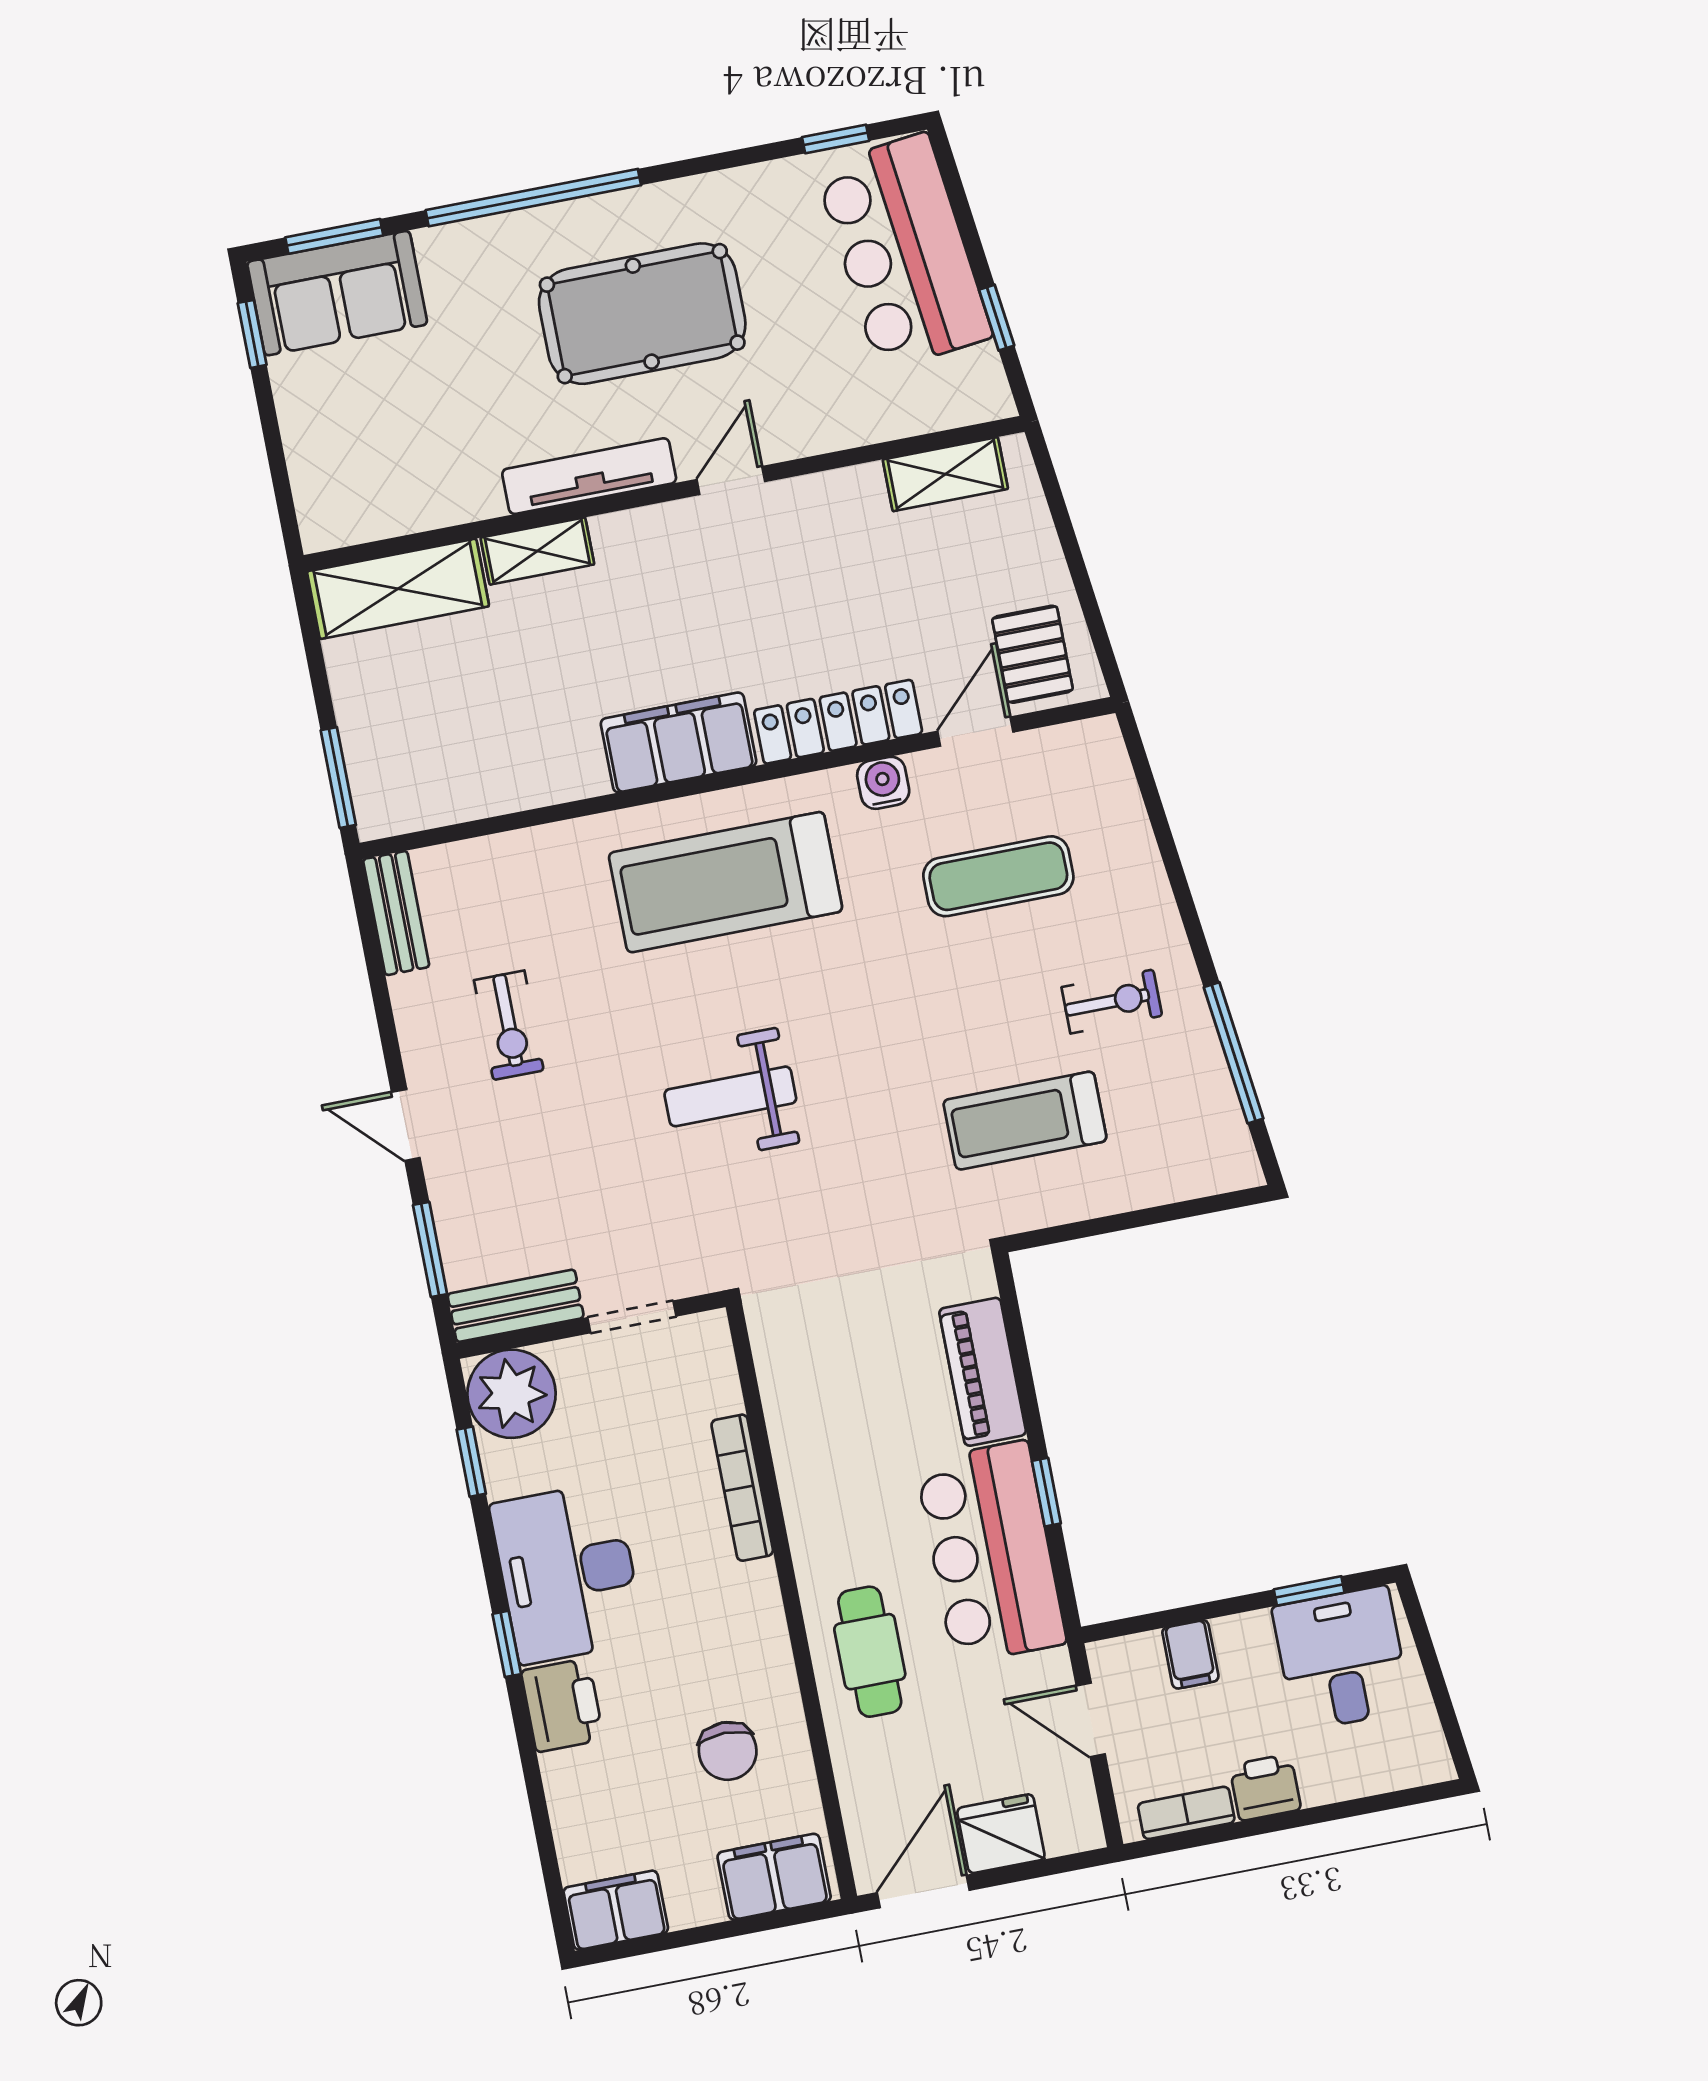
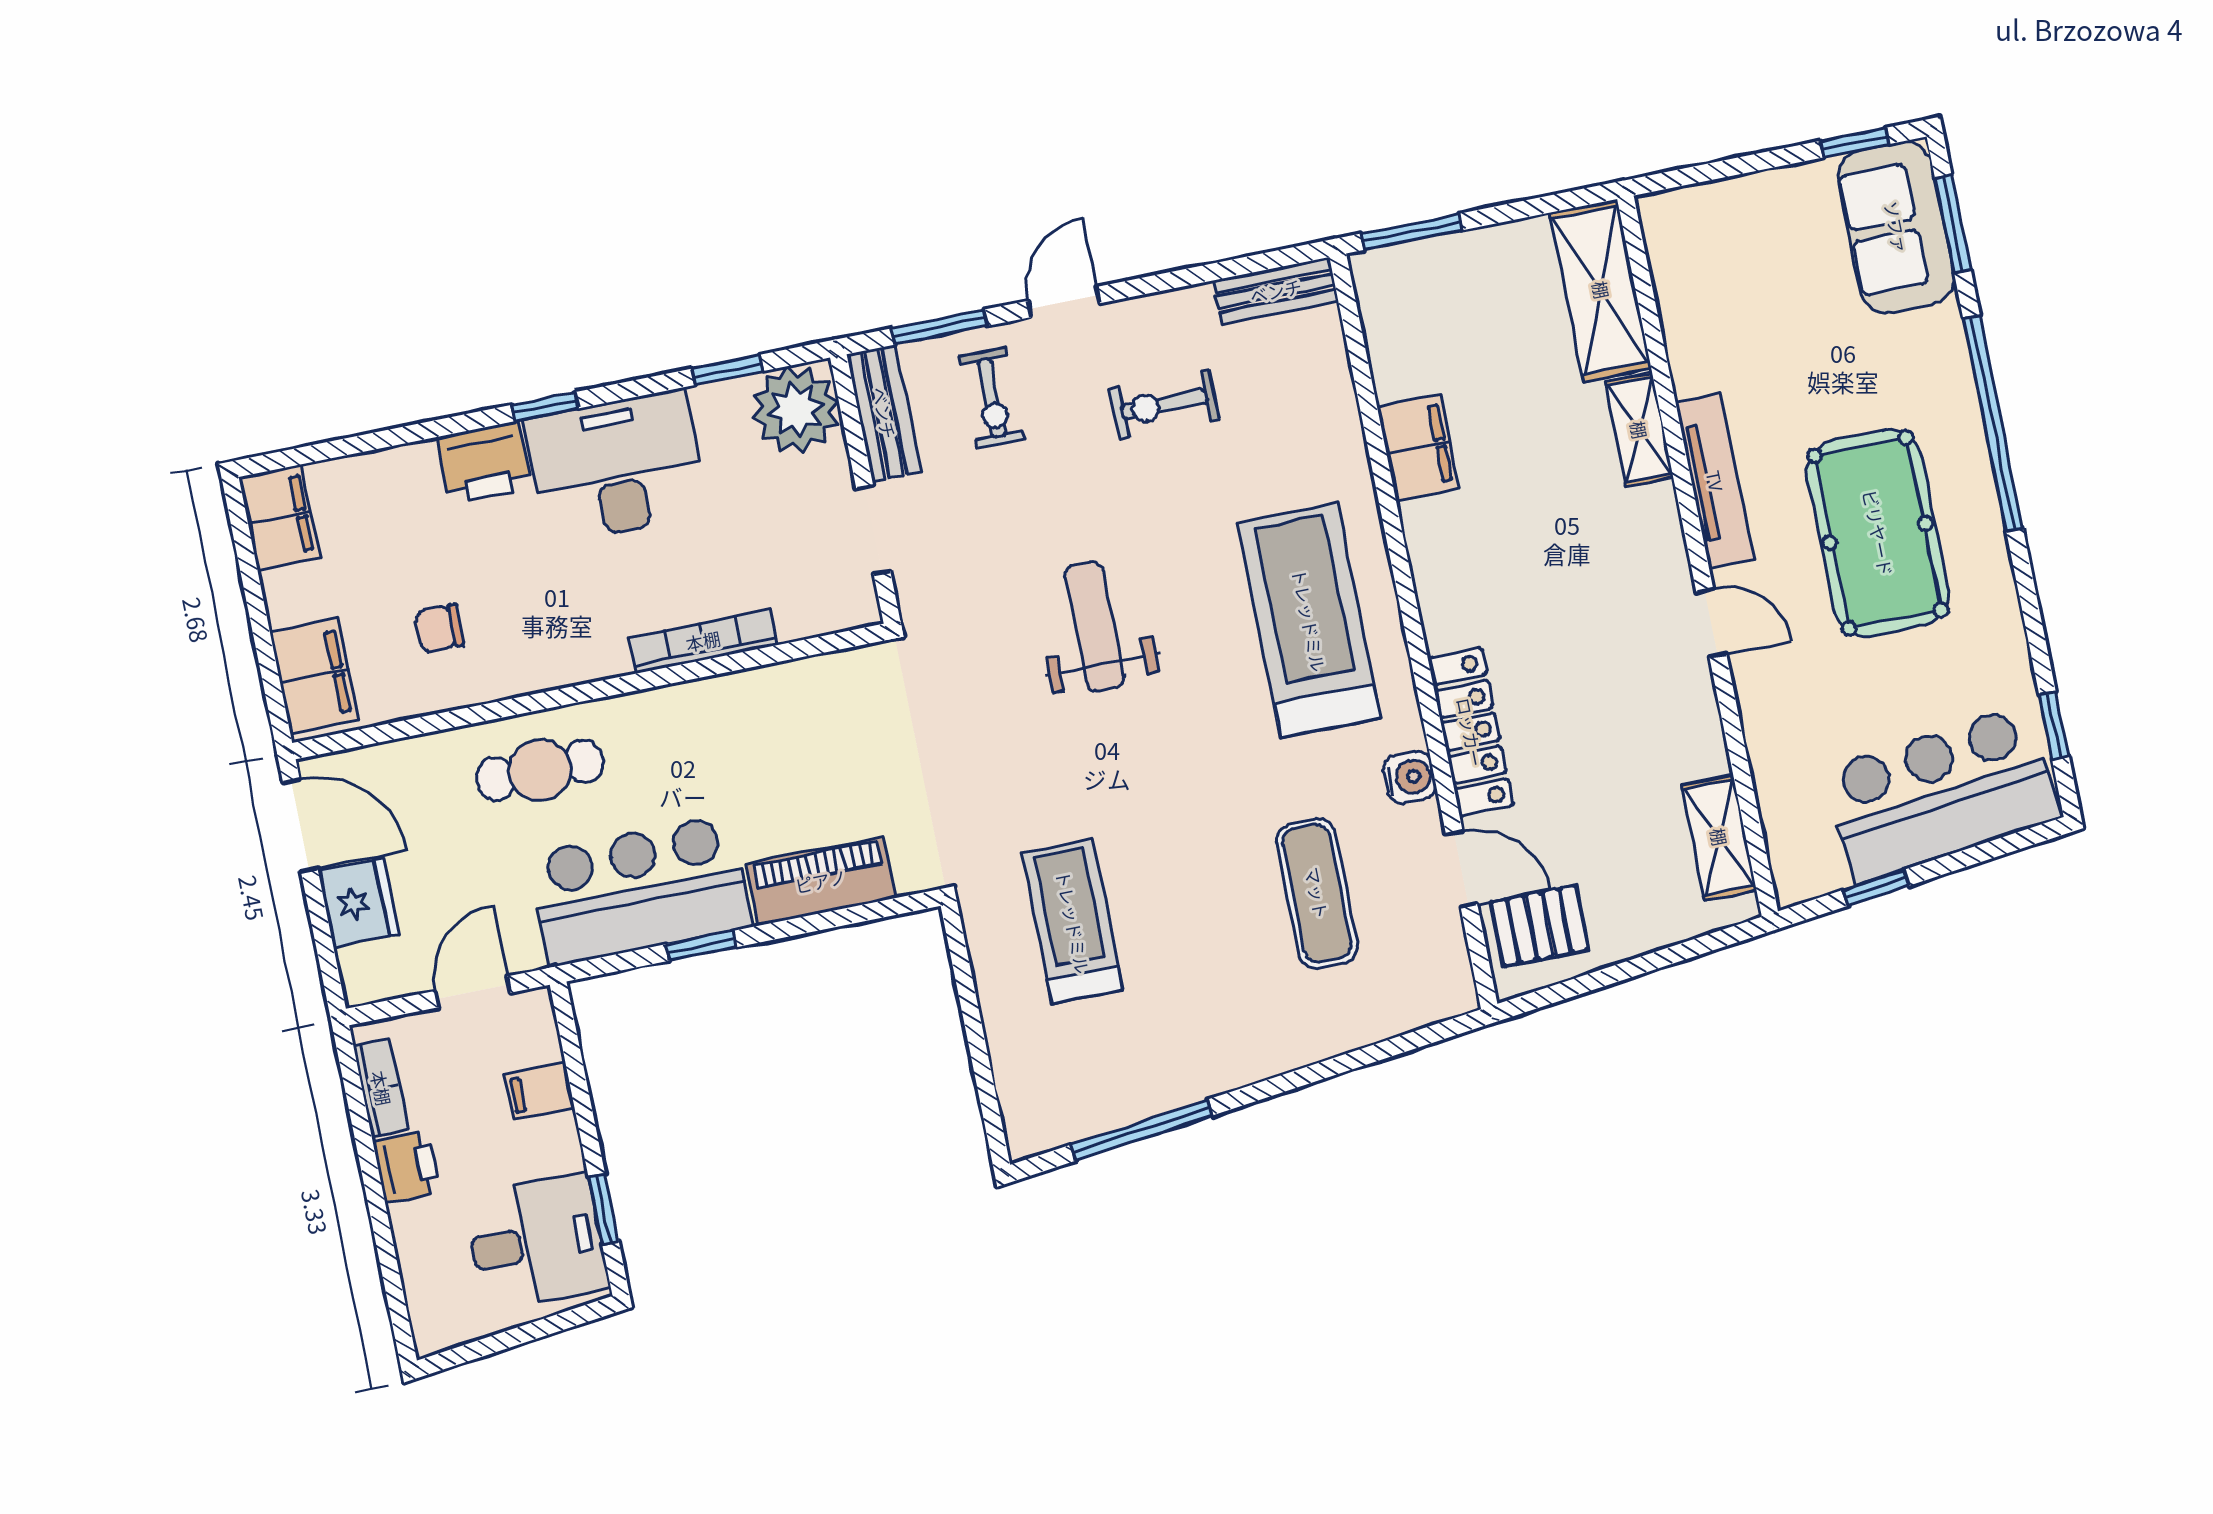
filing cabinet: (678, 742) -> (1418, 447), moved, width x0.67, depth x0.86
exercise bike: (1112, 1001) -> (992, 398), moved
chair: (728, 1751) -> (440, 628), width x0.73, depth x0.73

